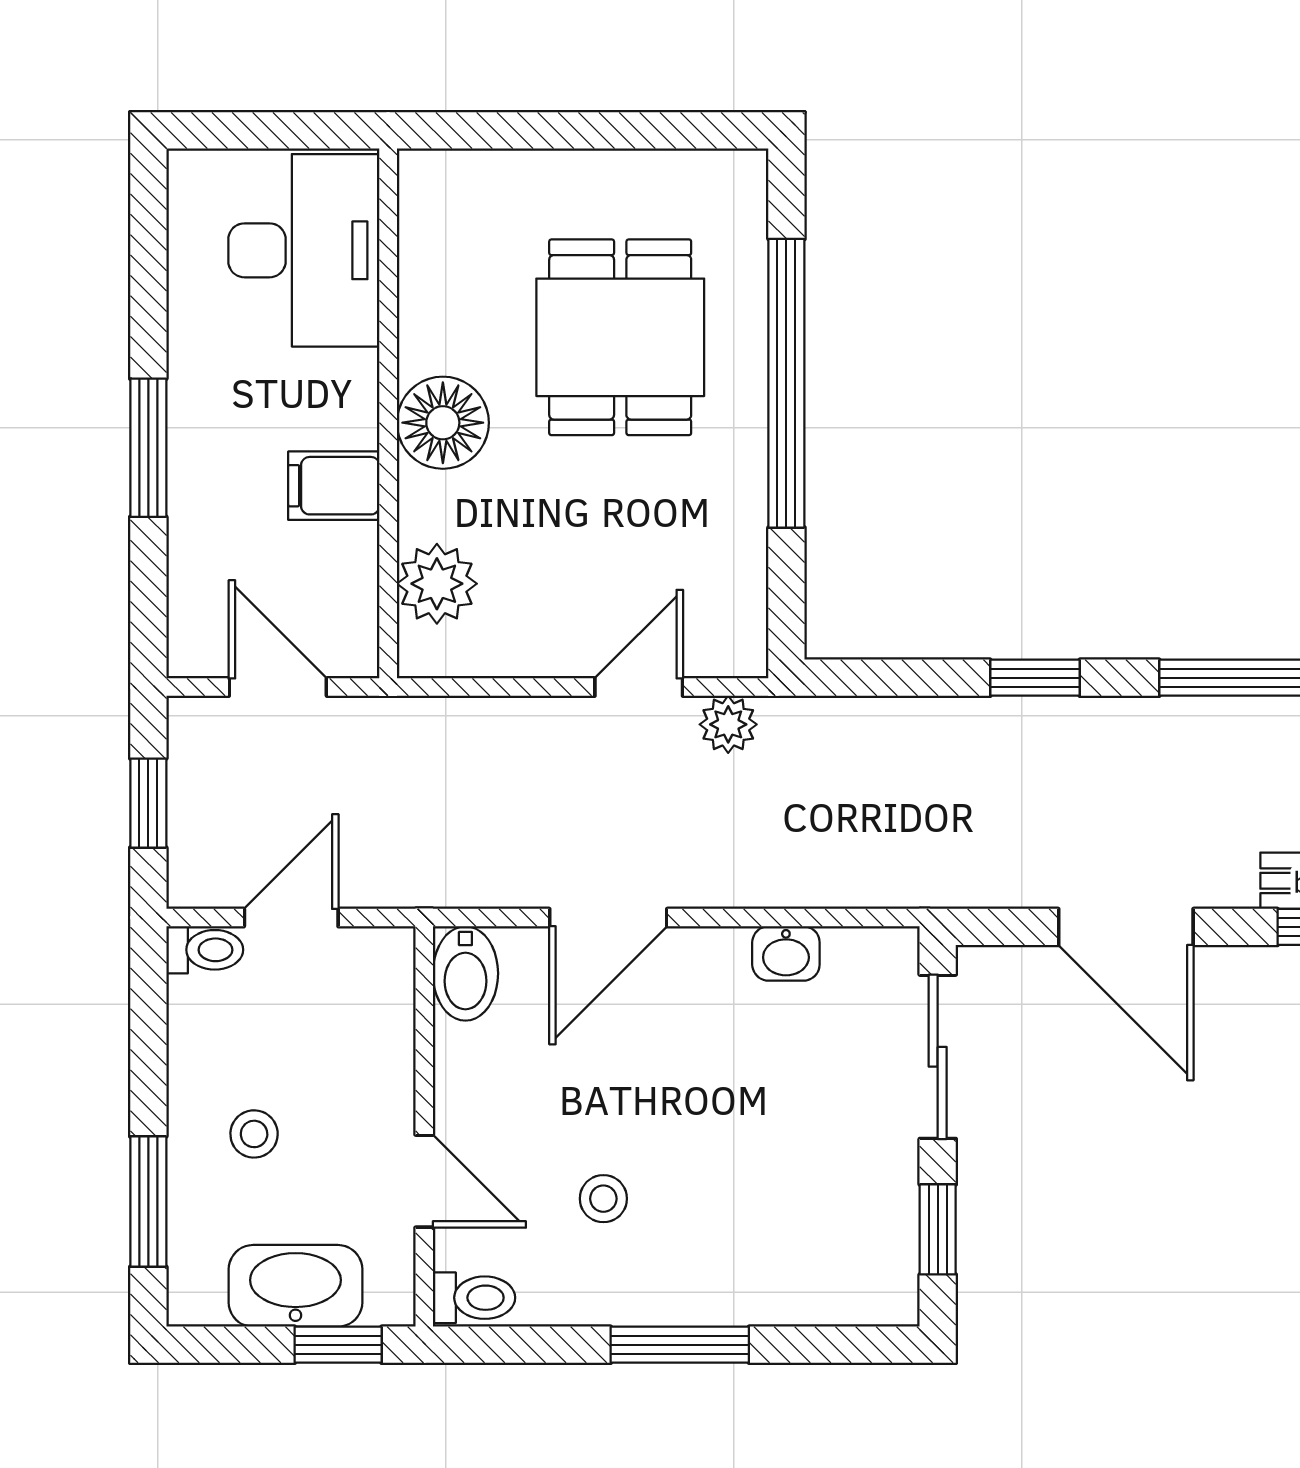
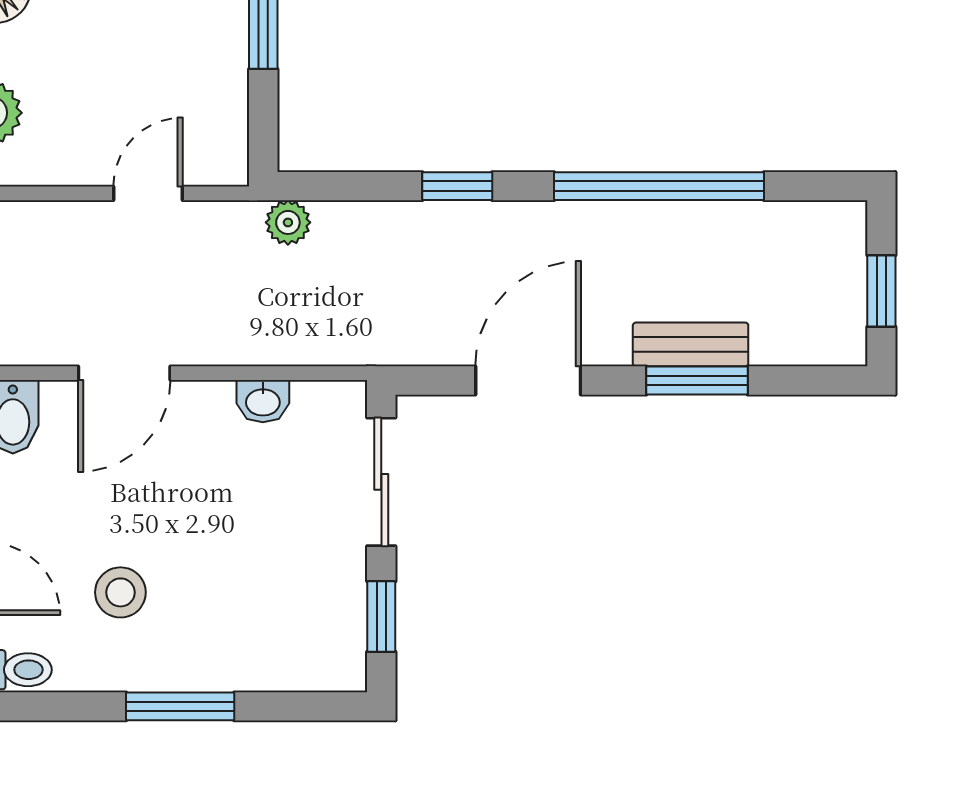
plant: (728, 724) -> (288, 222), moved
door: (1126, 927) -> (528, 380), swing flipped
stool: (603, 1199) -> (120, 592), width x1.37, depth x1.37

